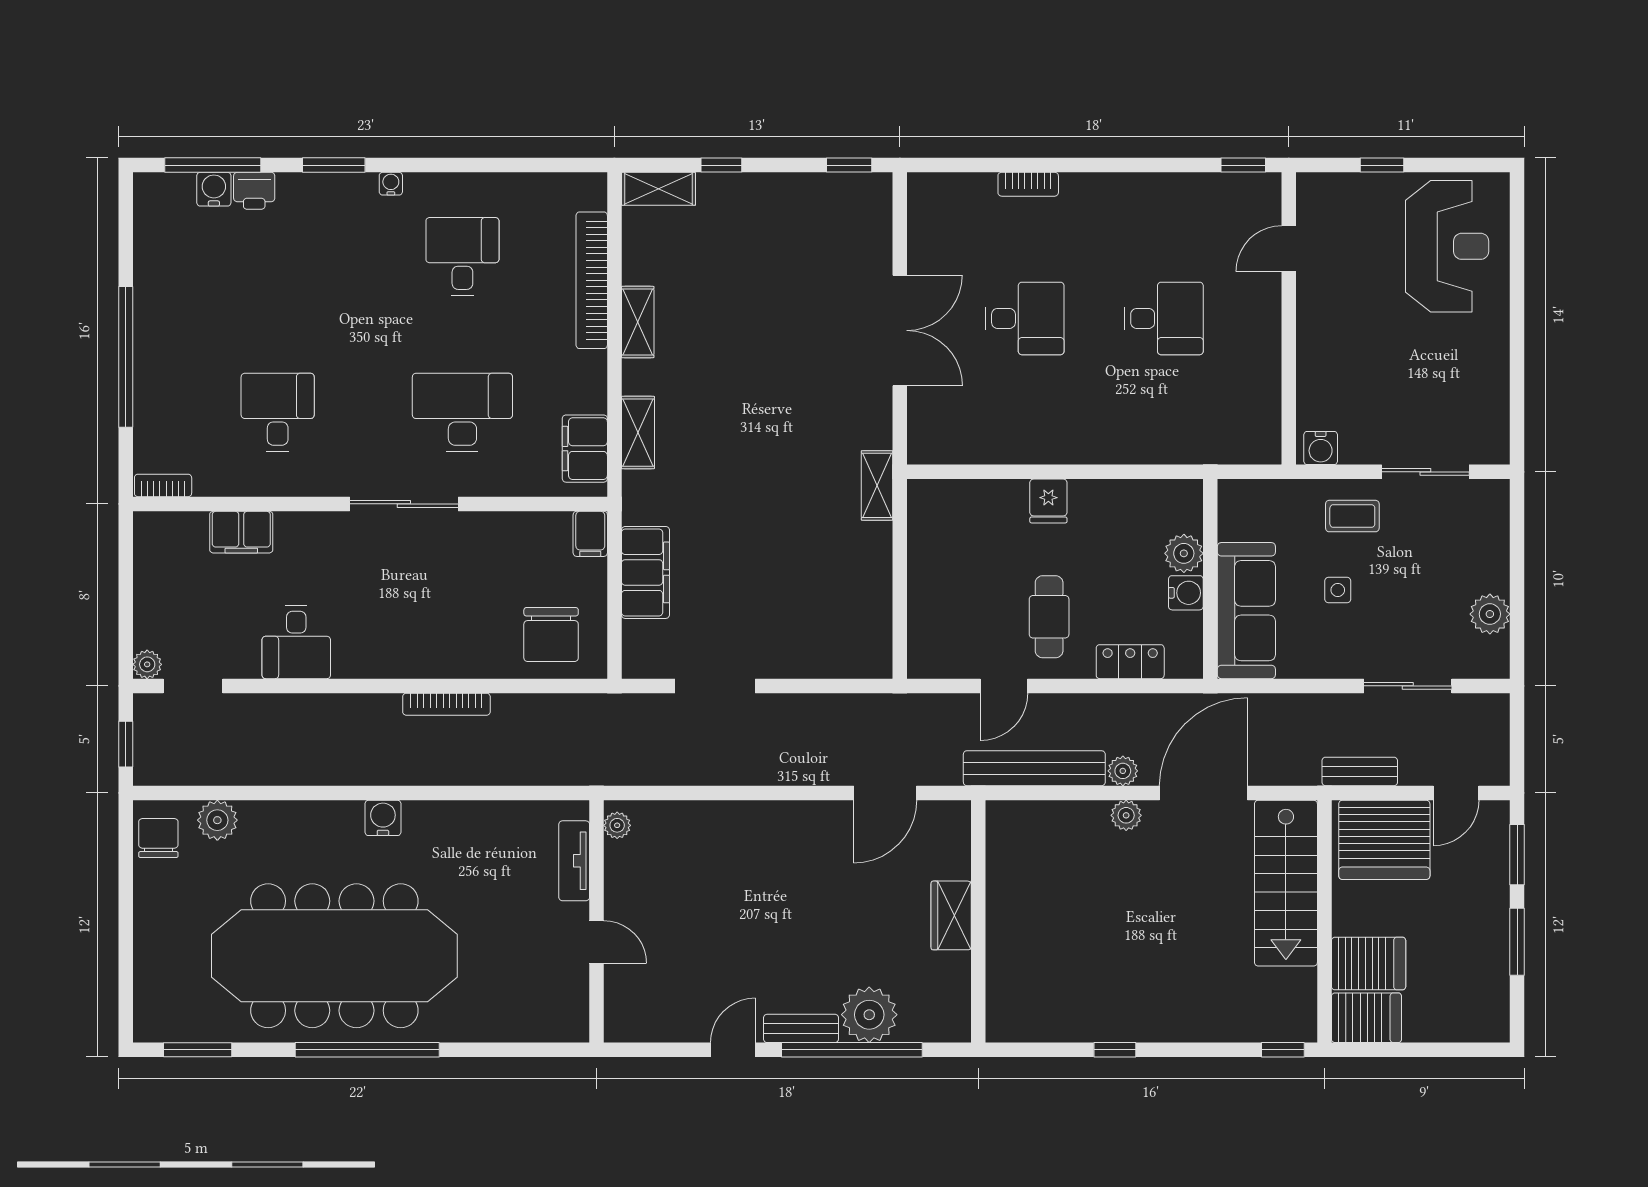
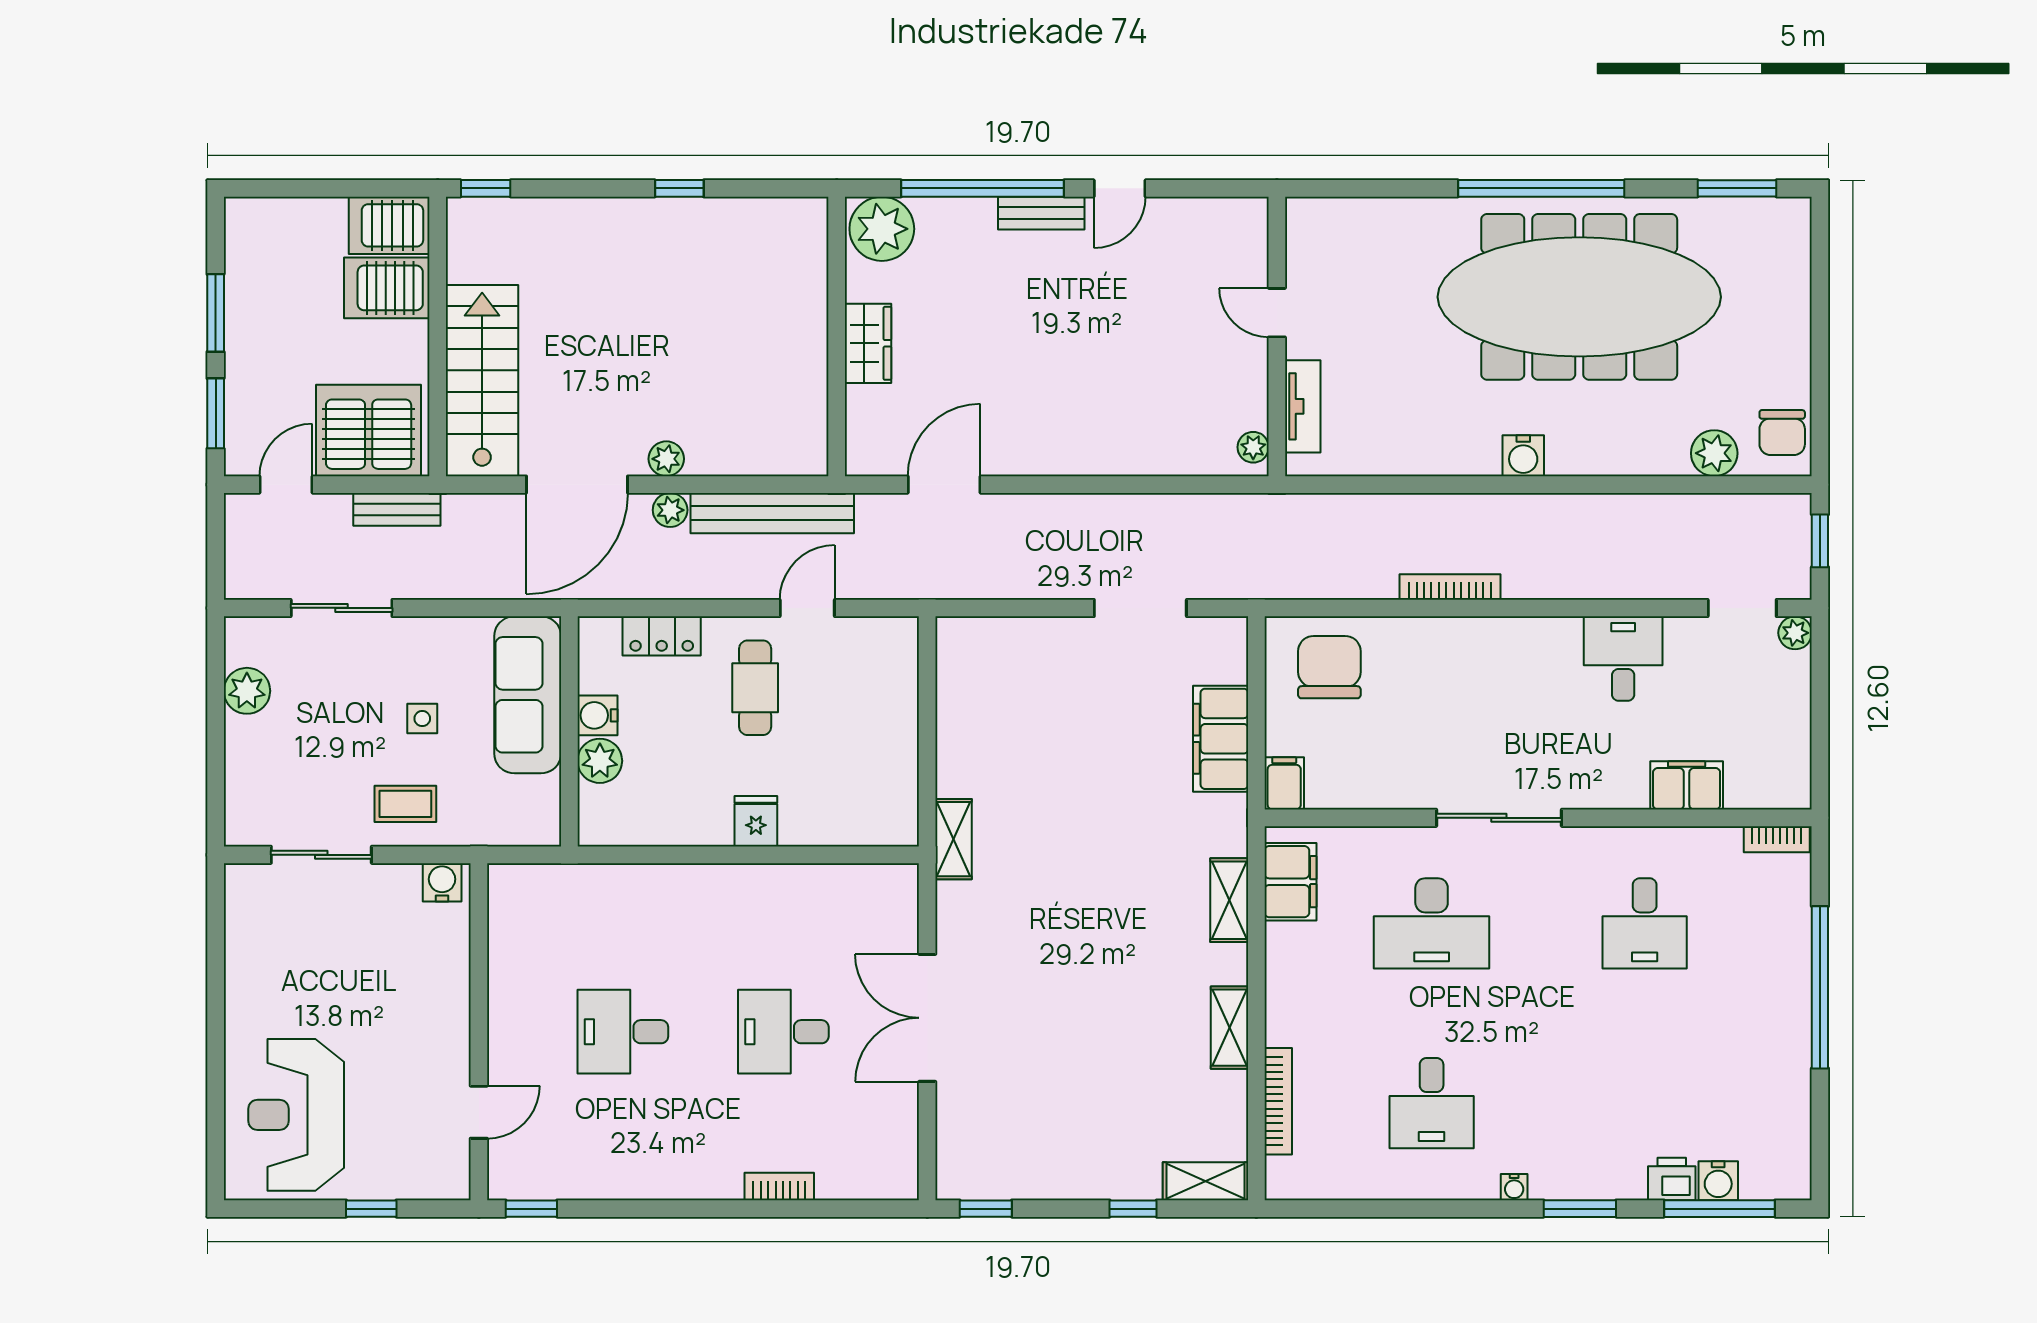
bookcase: (592, 280) -> (1278, 1101), width x0.68, depth x0.76
plant: (869, 1015) -> (882, 229), moved

